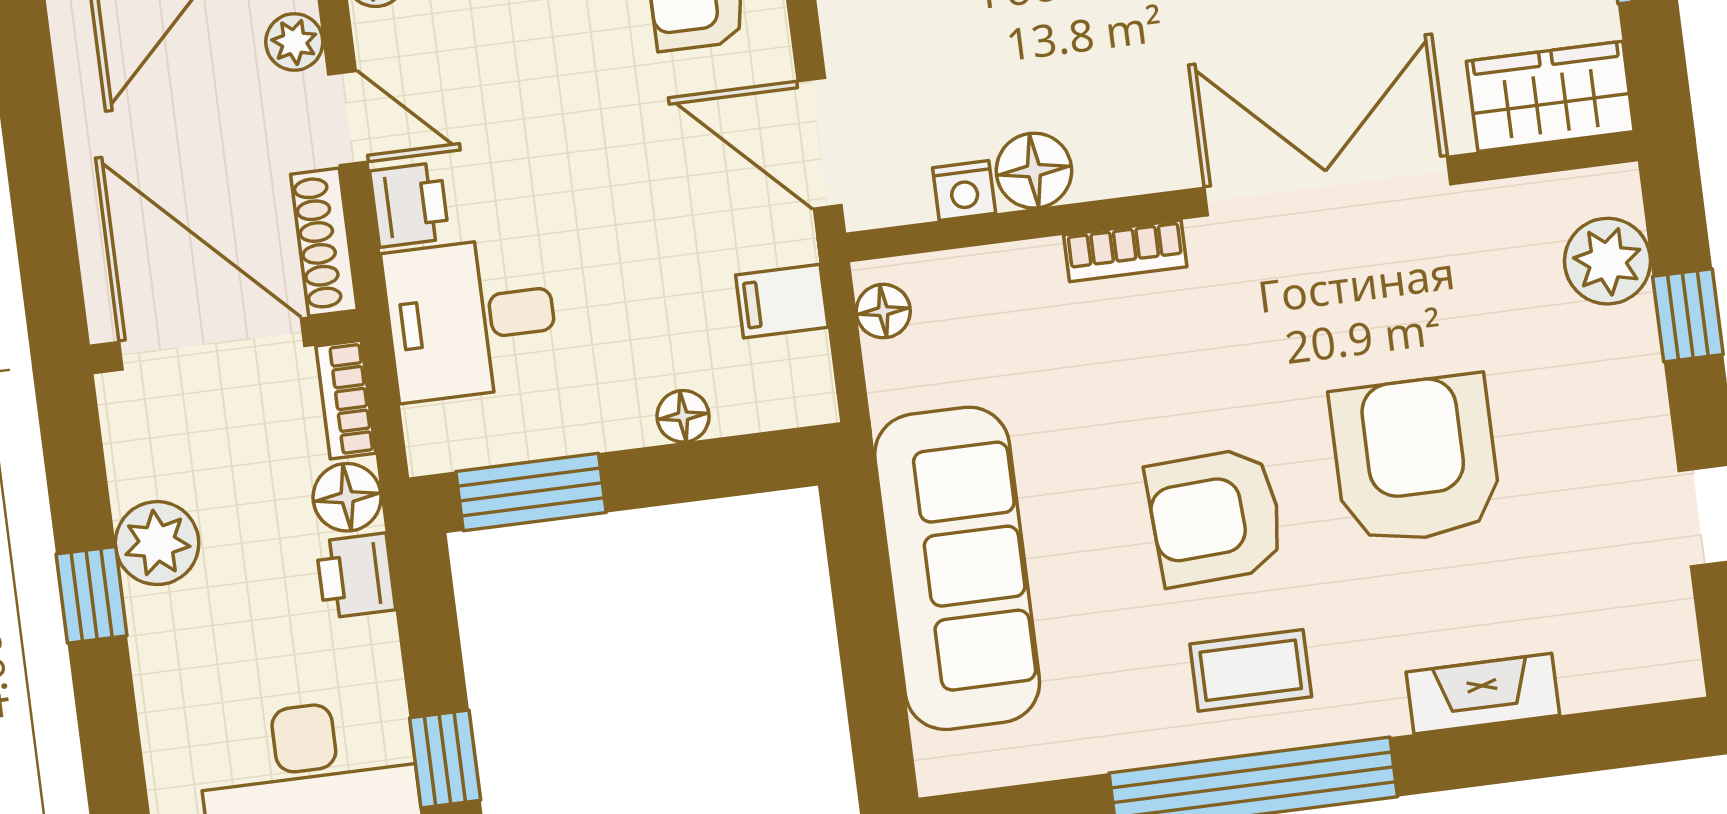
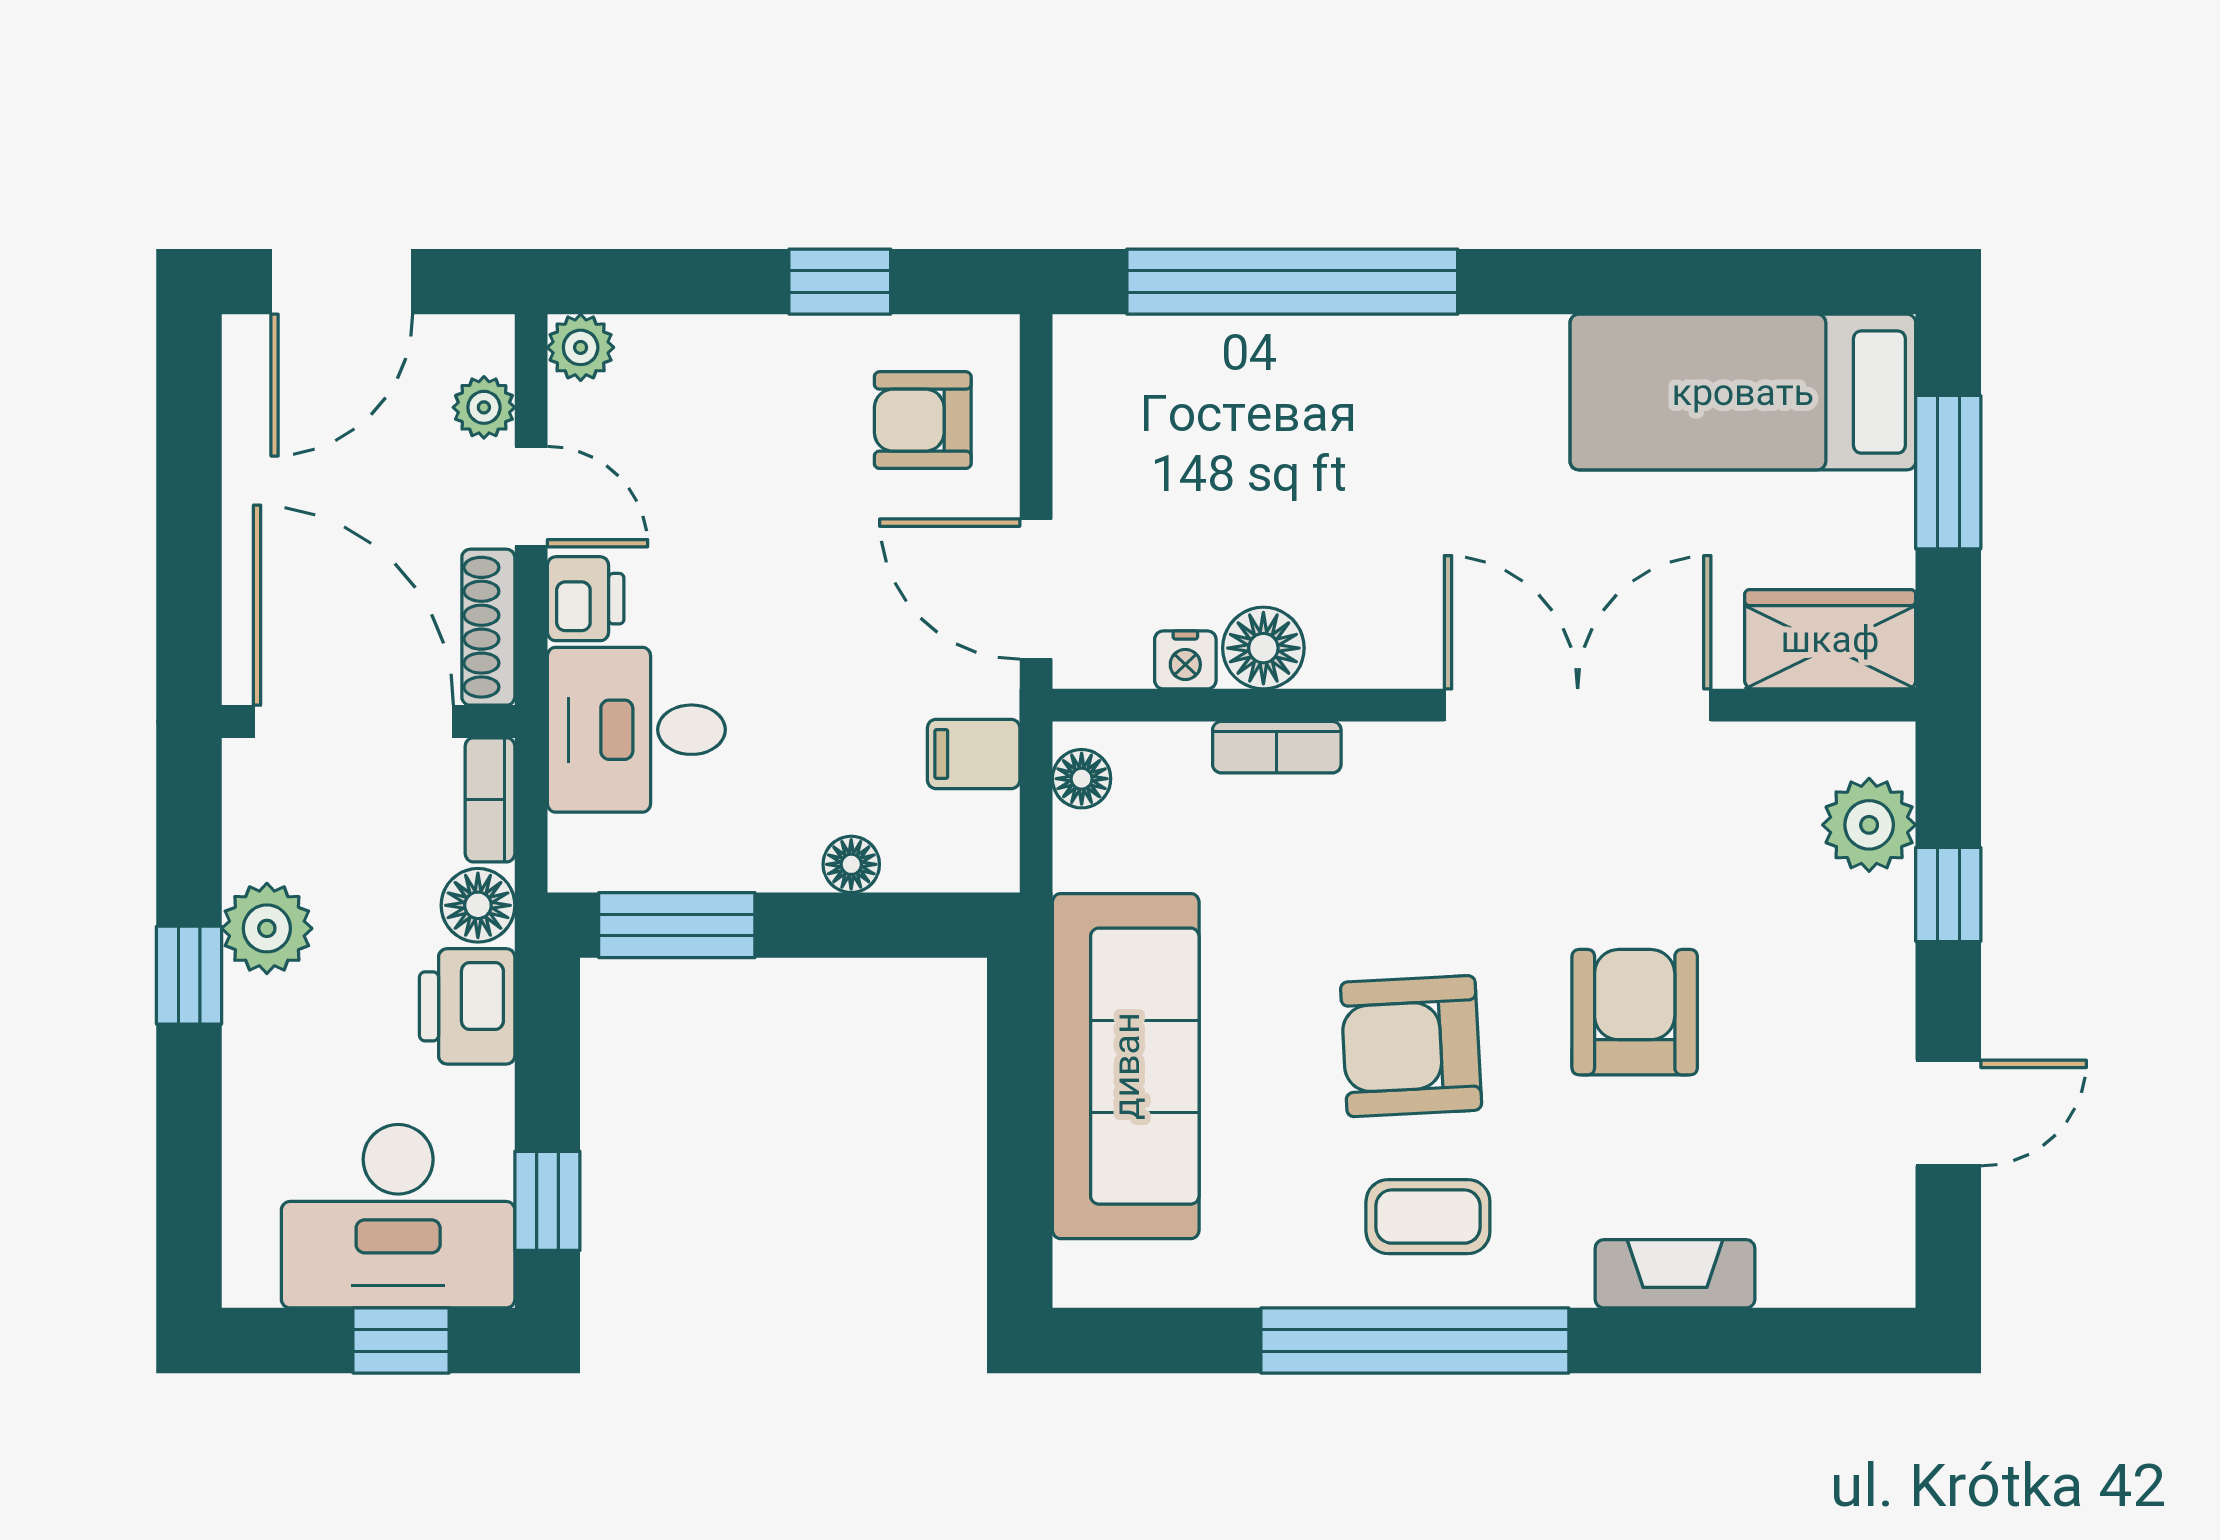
bookcase: (1125, 251) -> (1277, 747), moved
armchair: (1415, 460) -> (1635, 1012), width x0.73, depth x0.73
printer: (356, 576) -> (467, 1006), width x1.36, depth x1.24

